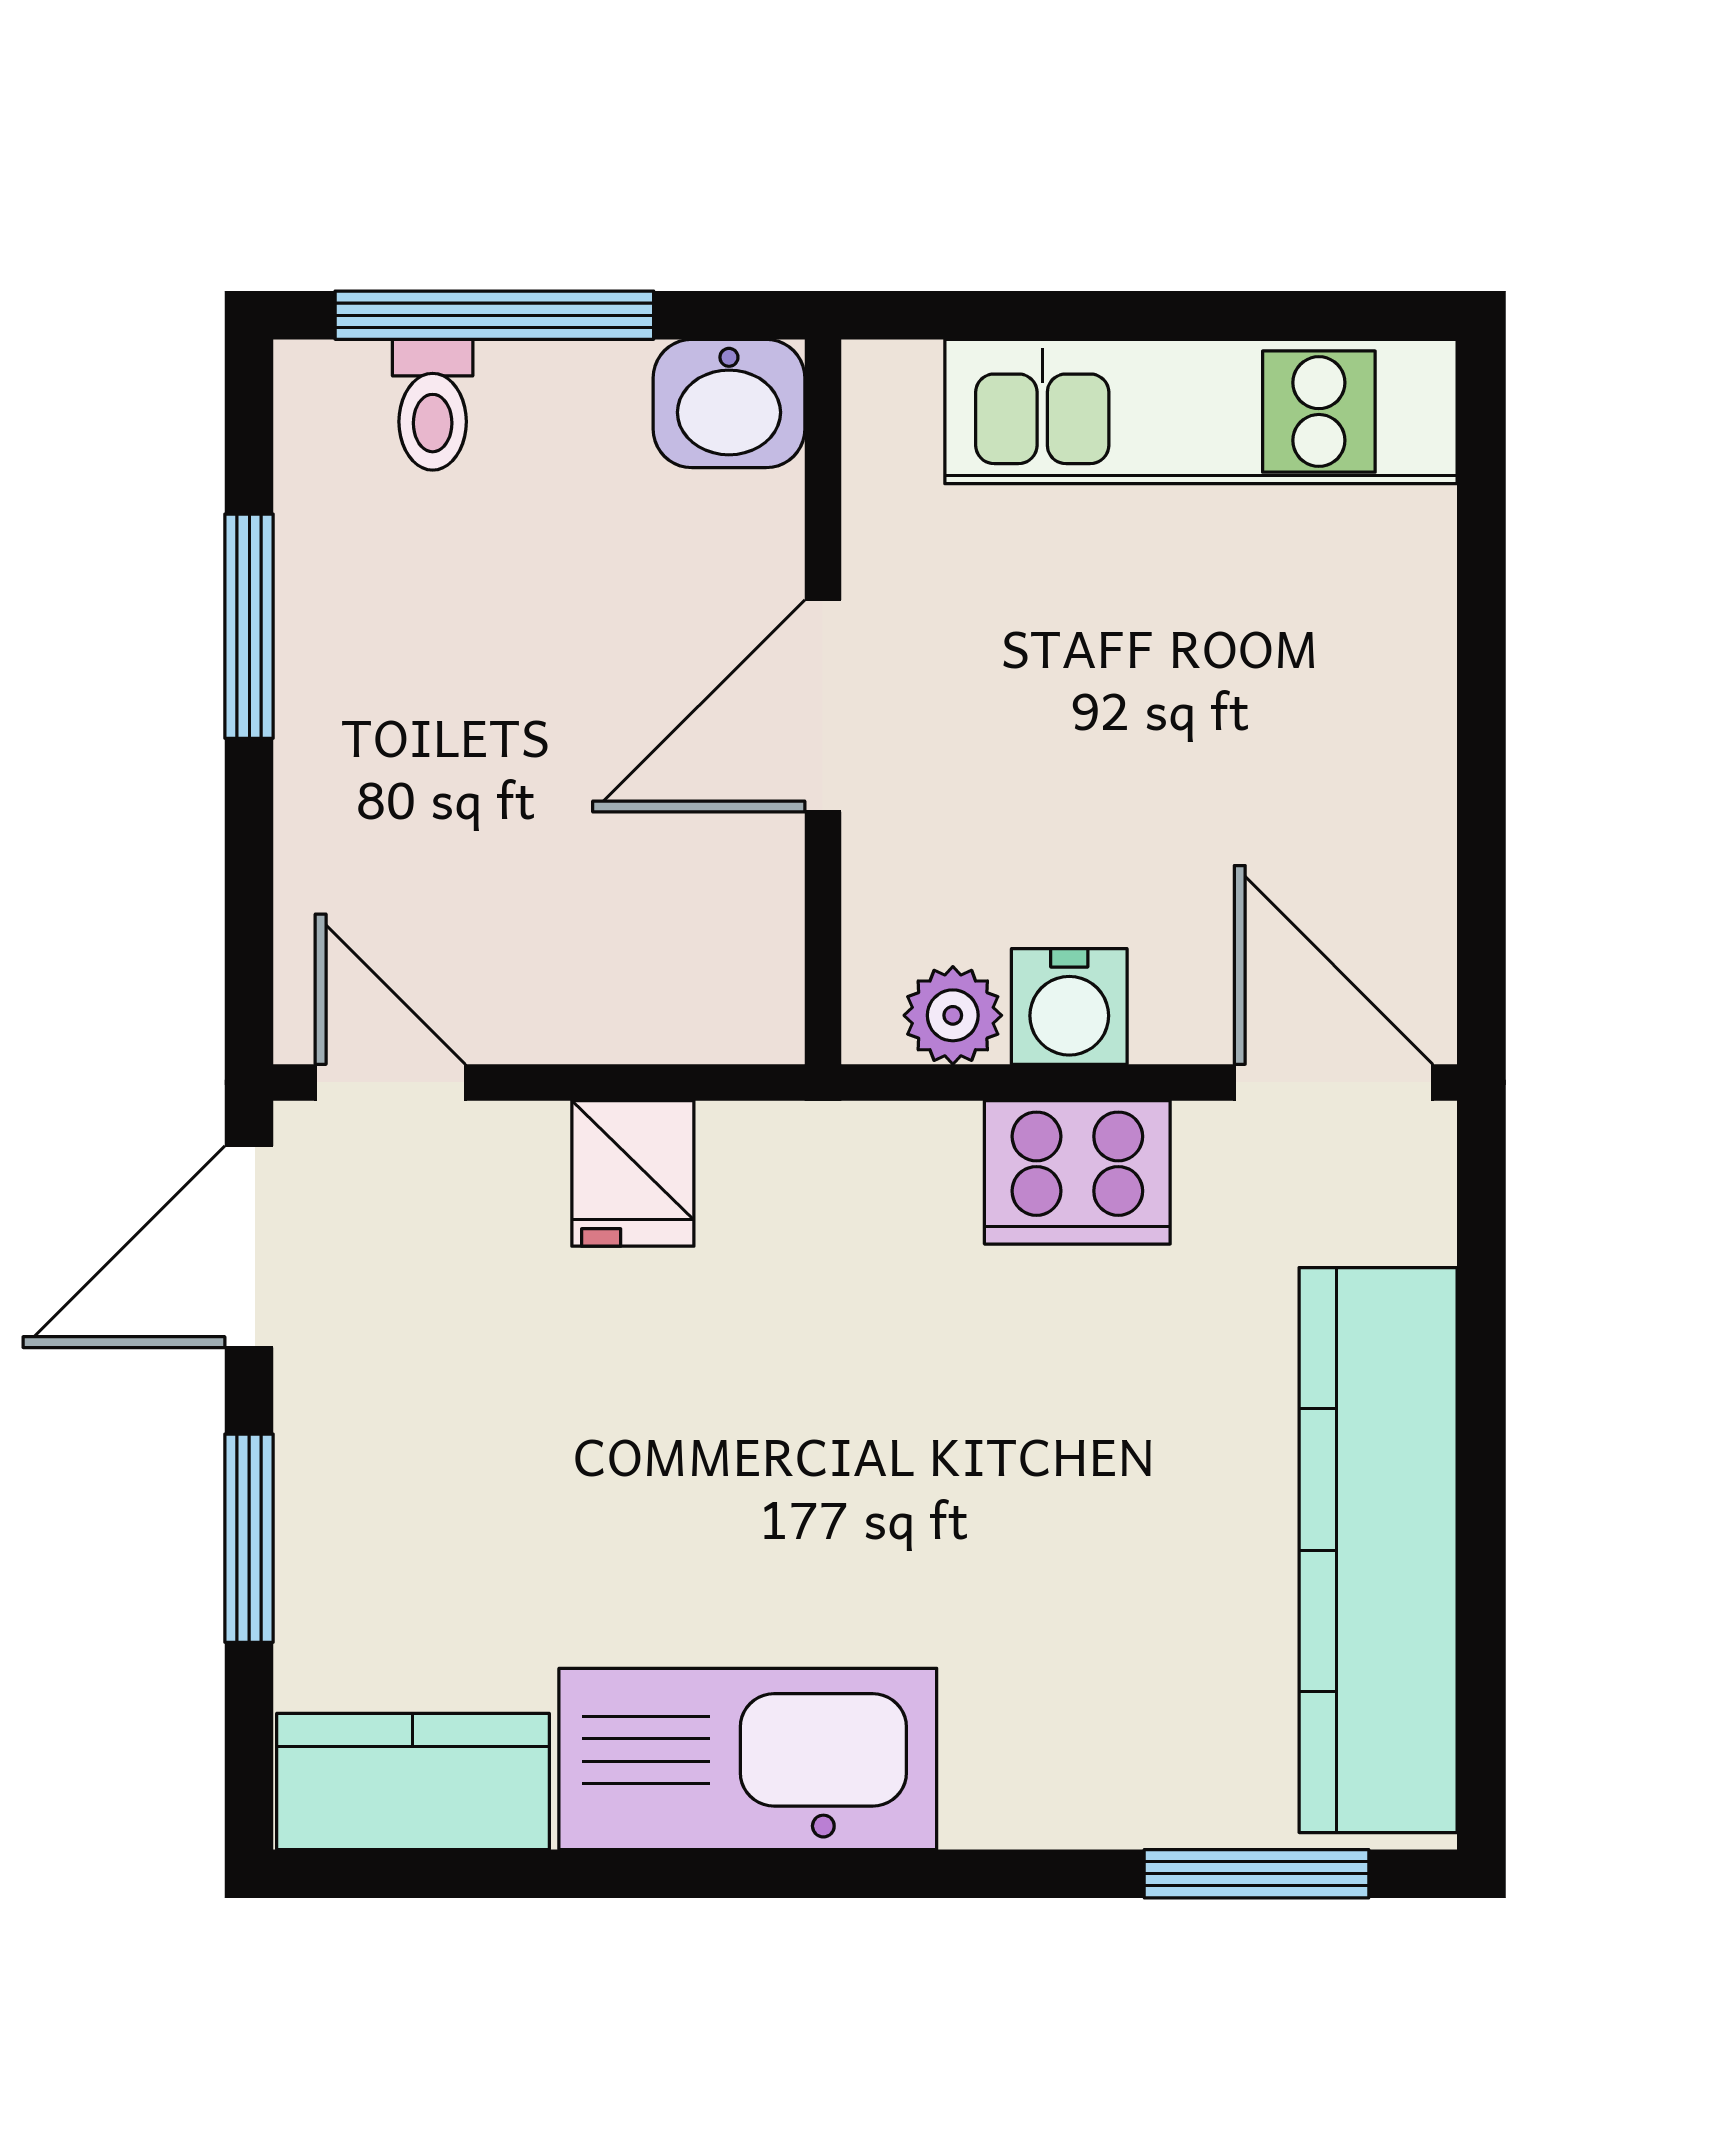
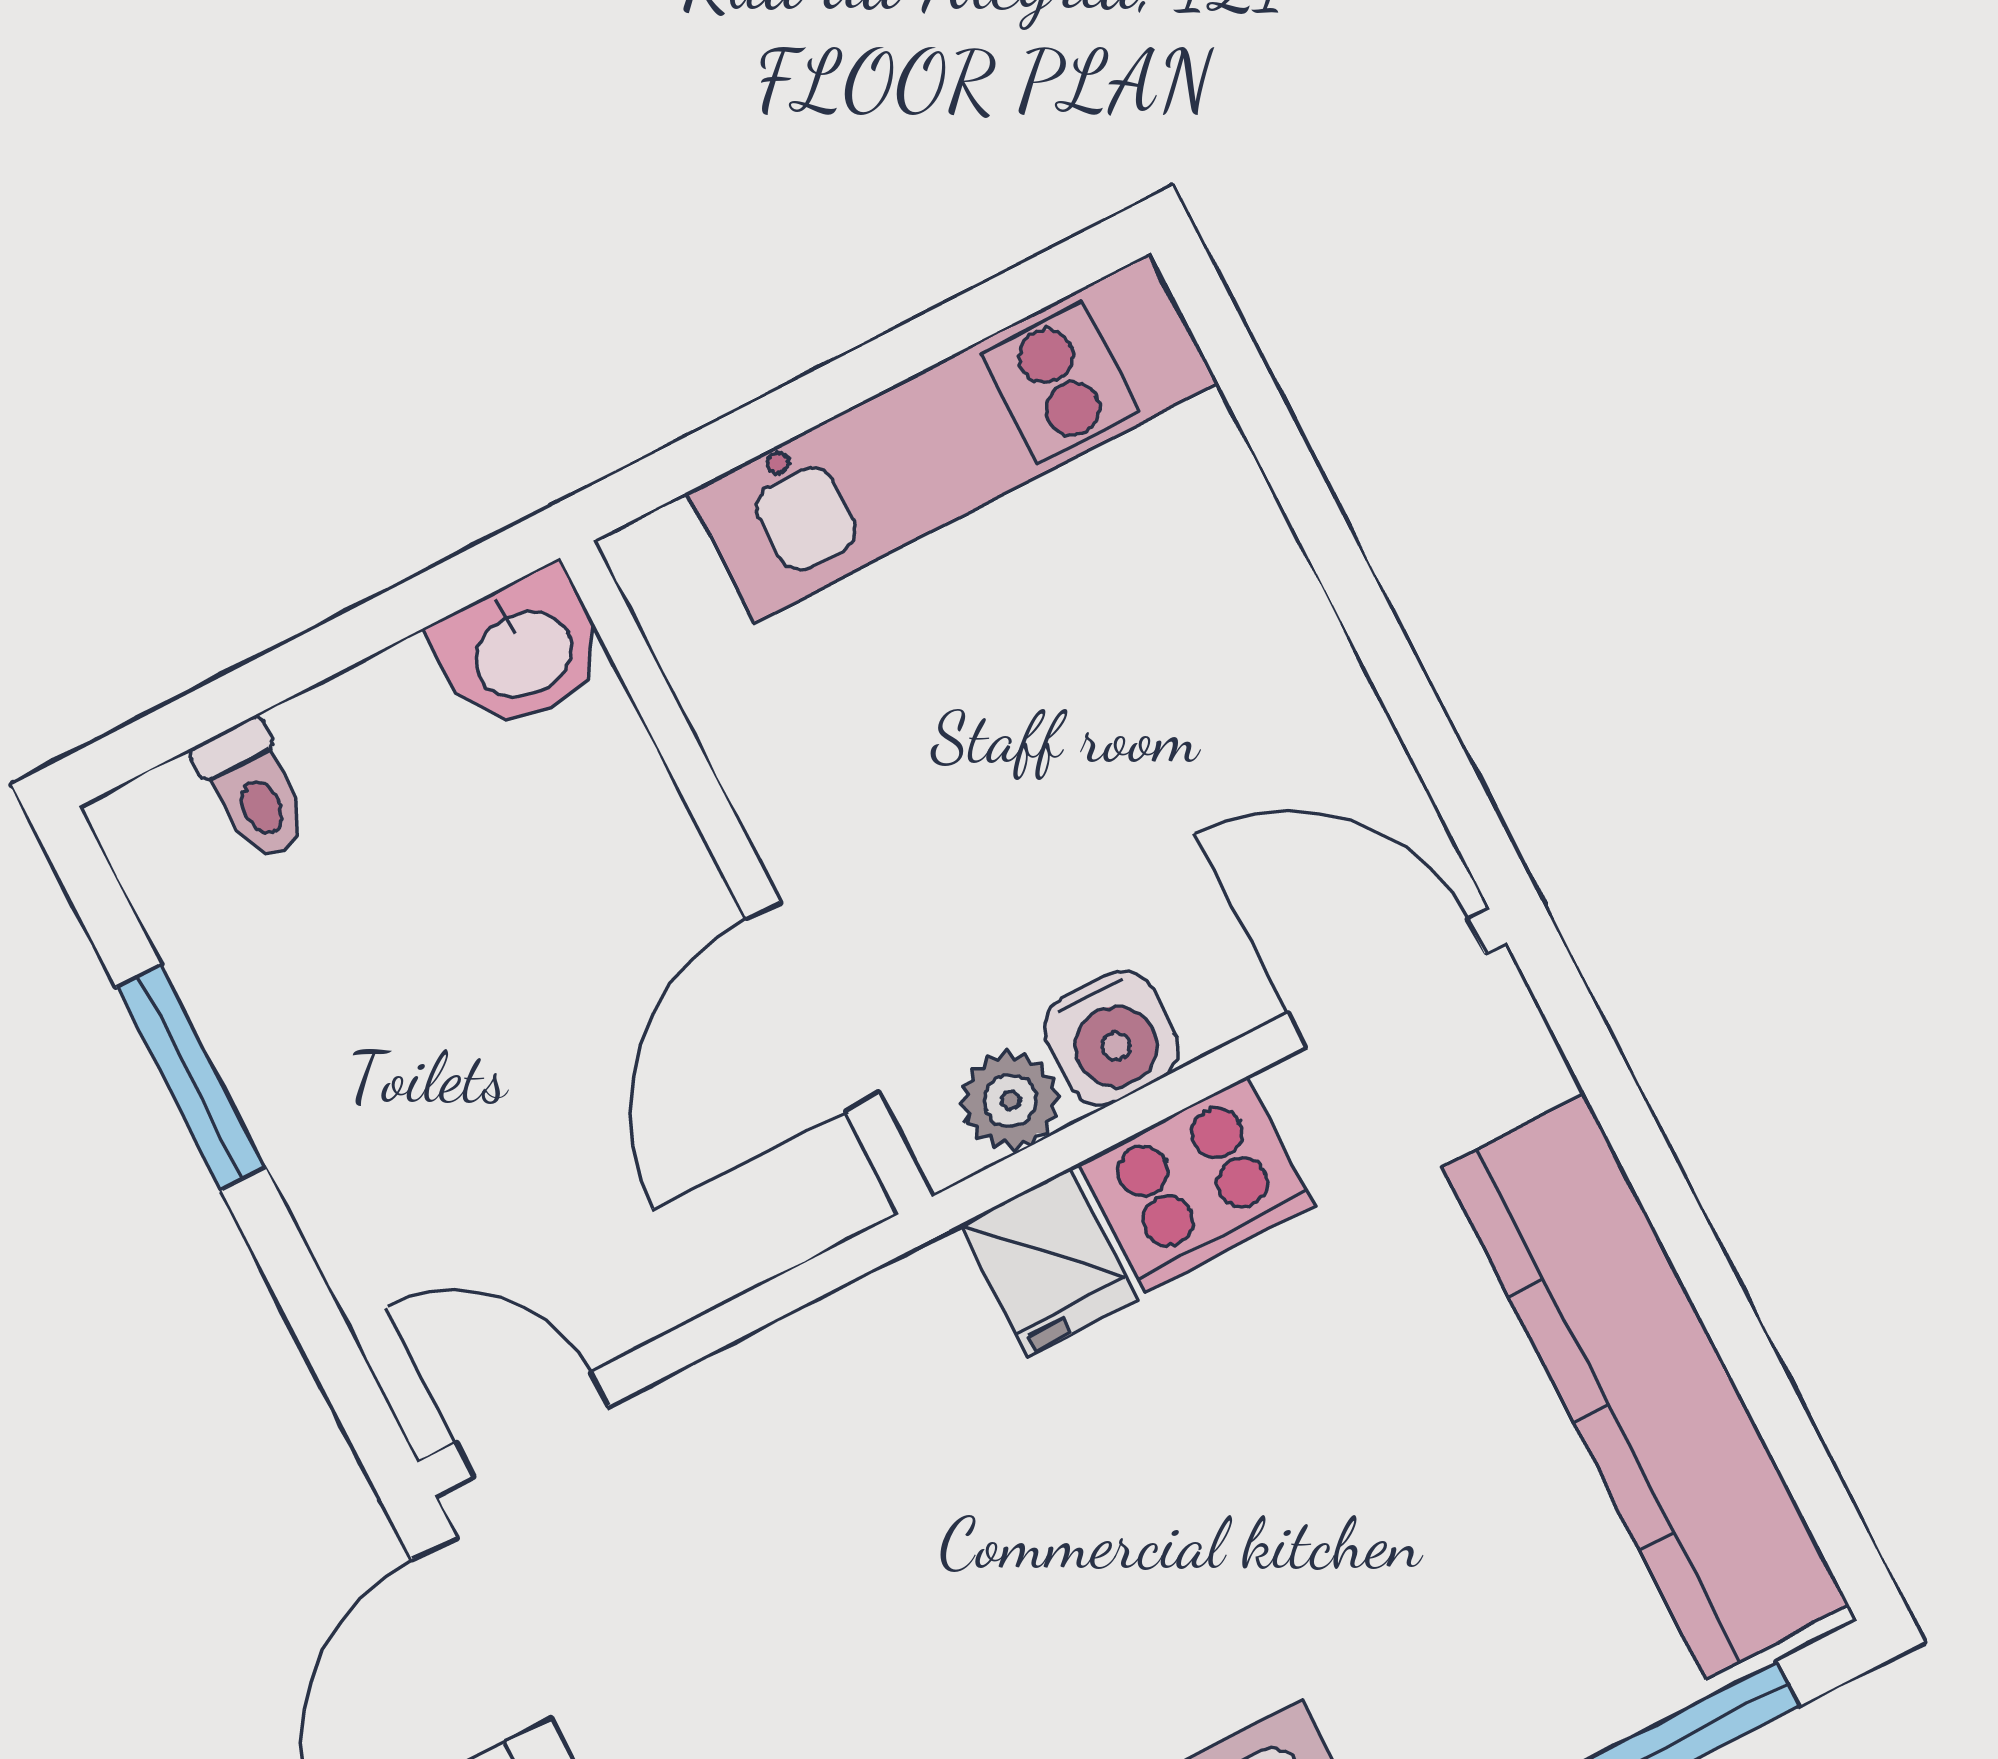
window: (494, 315) -> (268, 681), removed
door: (823, 706) -> (812, 1006), moved
fridge: (633, 1173) -> (1049, 1262), moved

